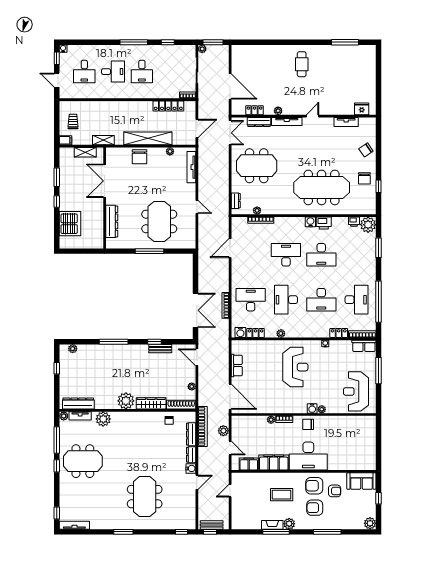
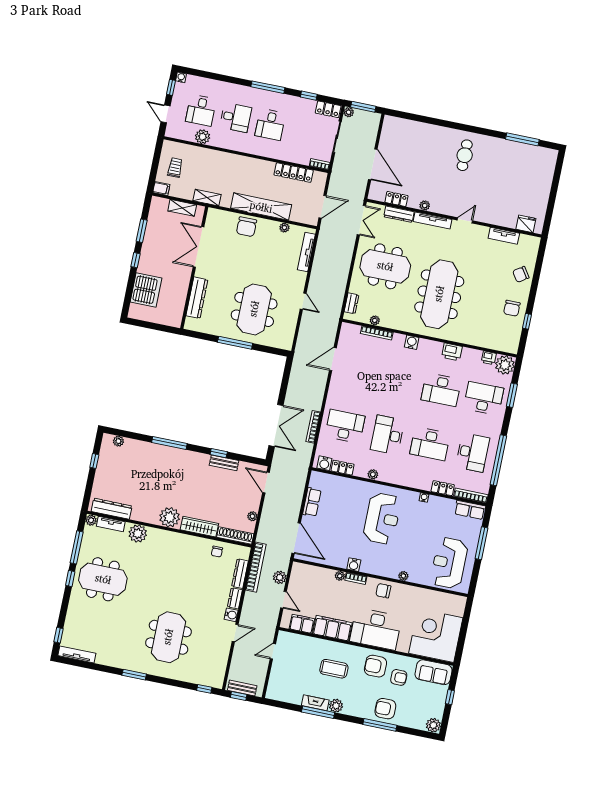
locker: (185, 50) -> (328, 109), added
plant: (90, 92) -> (203, 137), added
meeting table: (322, 187) -> (439, 294), moved, turned 90
water cooler: (310, 222) -> (412, 342), moved
desk: (286, 255) -> (484, 398), moved
water cooler: (312, 408) -> (354, 565), moved
corner desk: (357, 452) -> (436, 636), added
armchair: (315, 508) -> (385, 709), moved

